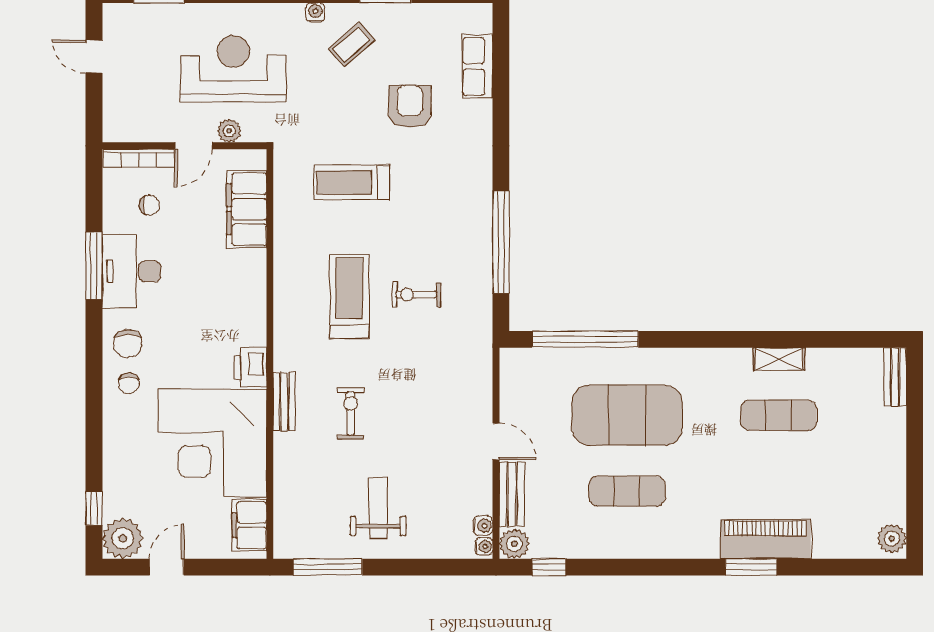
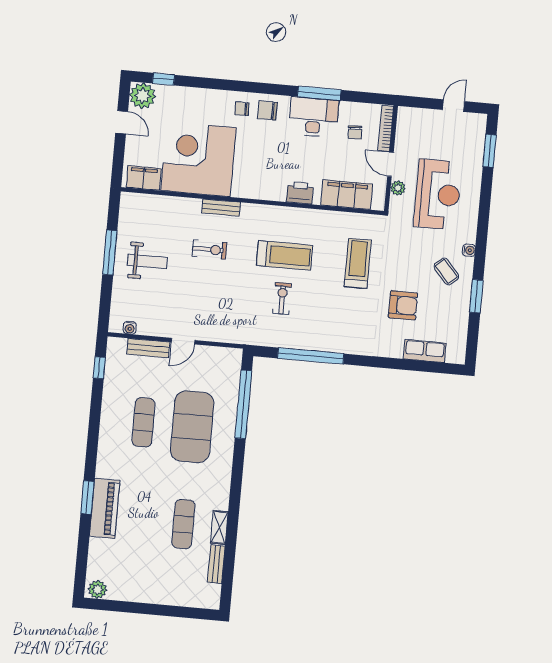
printer: (250, 367) -> (300, 193), moved
bench: (895, 377) -> (216, 564), moved, turned 90
plant: (514, 544) -> (116, 347), removed
water cooler: (484, 547) -> (116, 327), removed
window: (328, 567) -> (110, 252), moved

